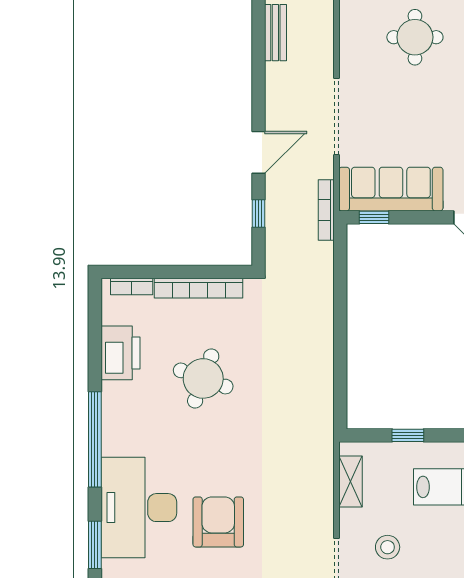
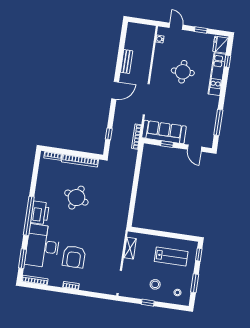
door: (258, 152) -> (115, 90), moved
window: (374, 217) -> (167, 144), moved
printer: (120, 353) -> (40, 213), moved
window: (408, 435) -> (156, 233), removed
armchair: (218, 522) -> (74, 257), turned 180
stool: (388, 547) -> (155, 284), moved

